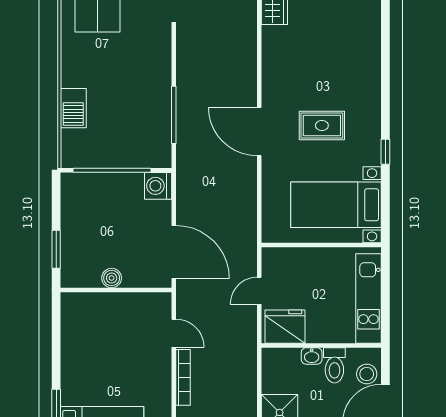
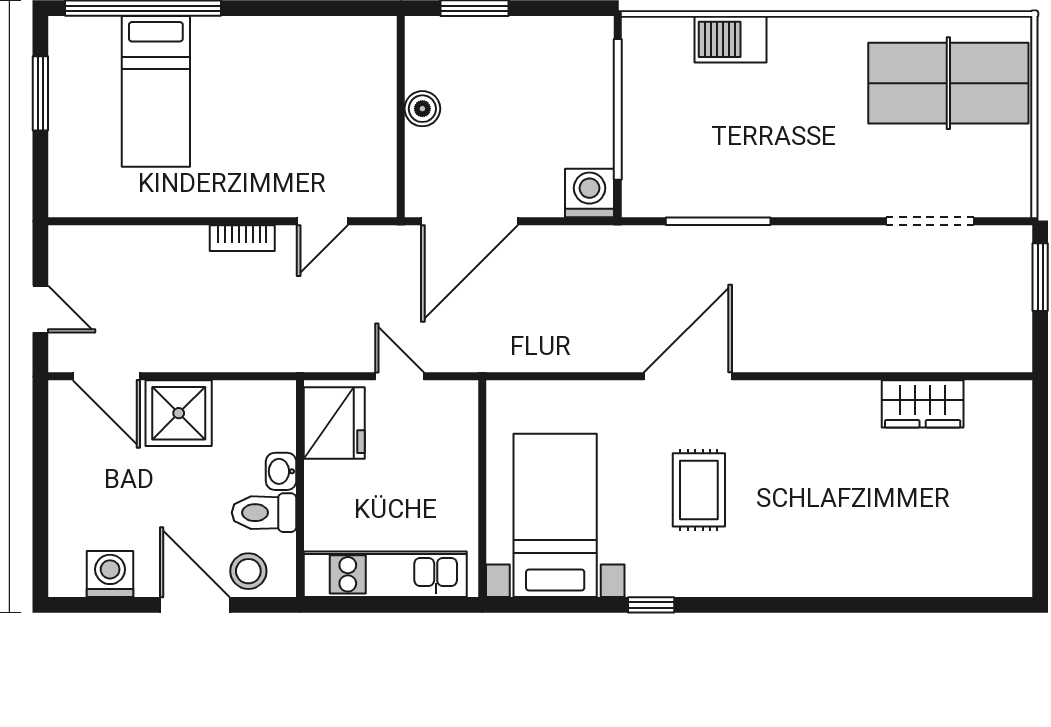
bookcase: (183, 377) -> (242, 238), width x0.64

